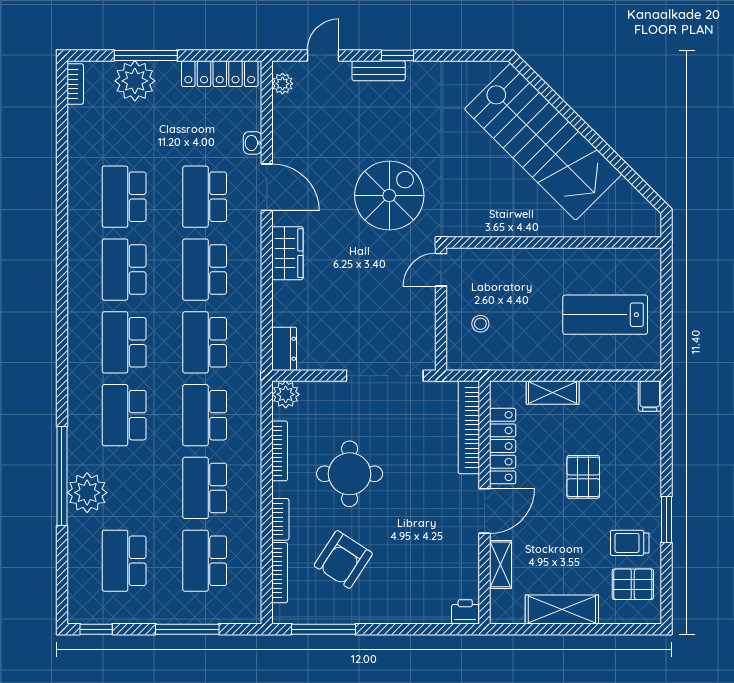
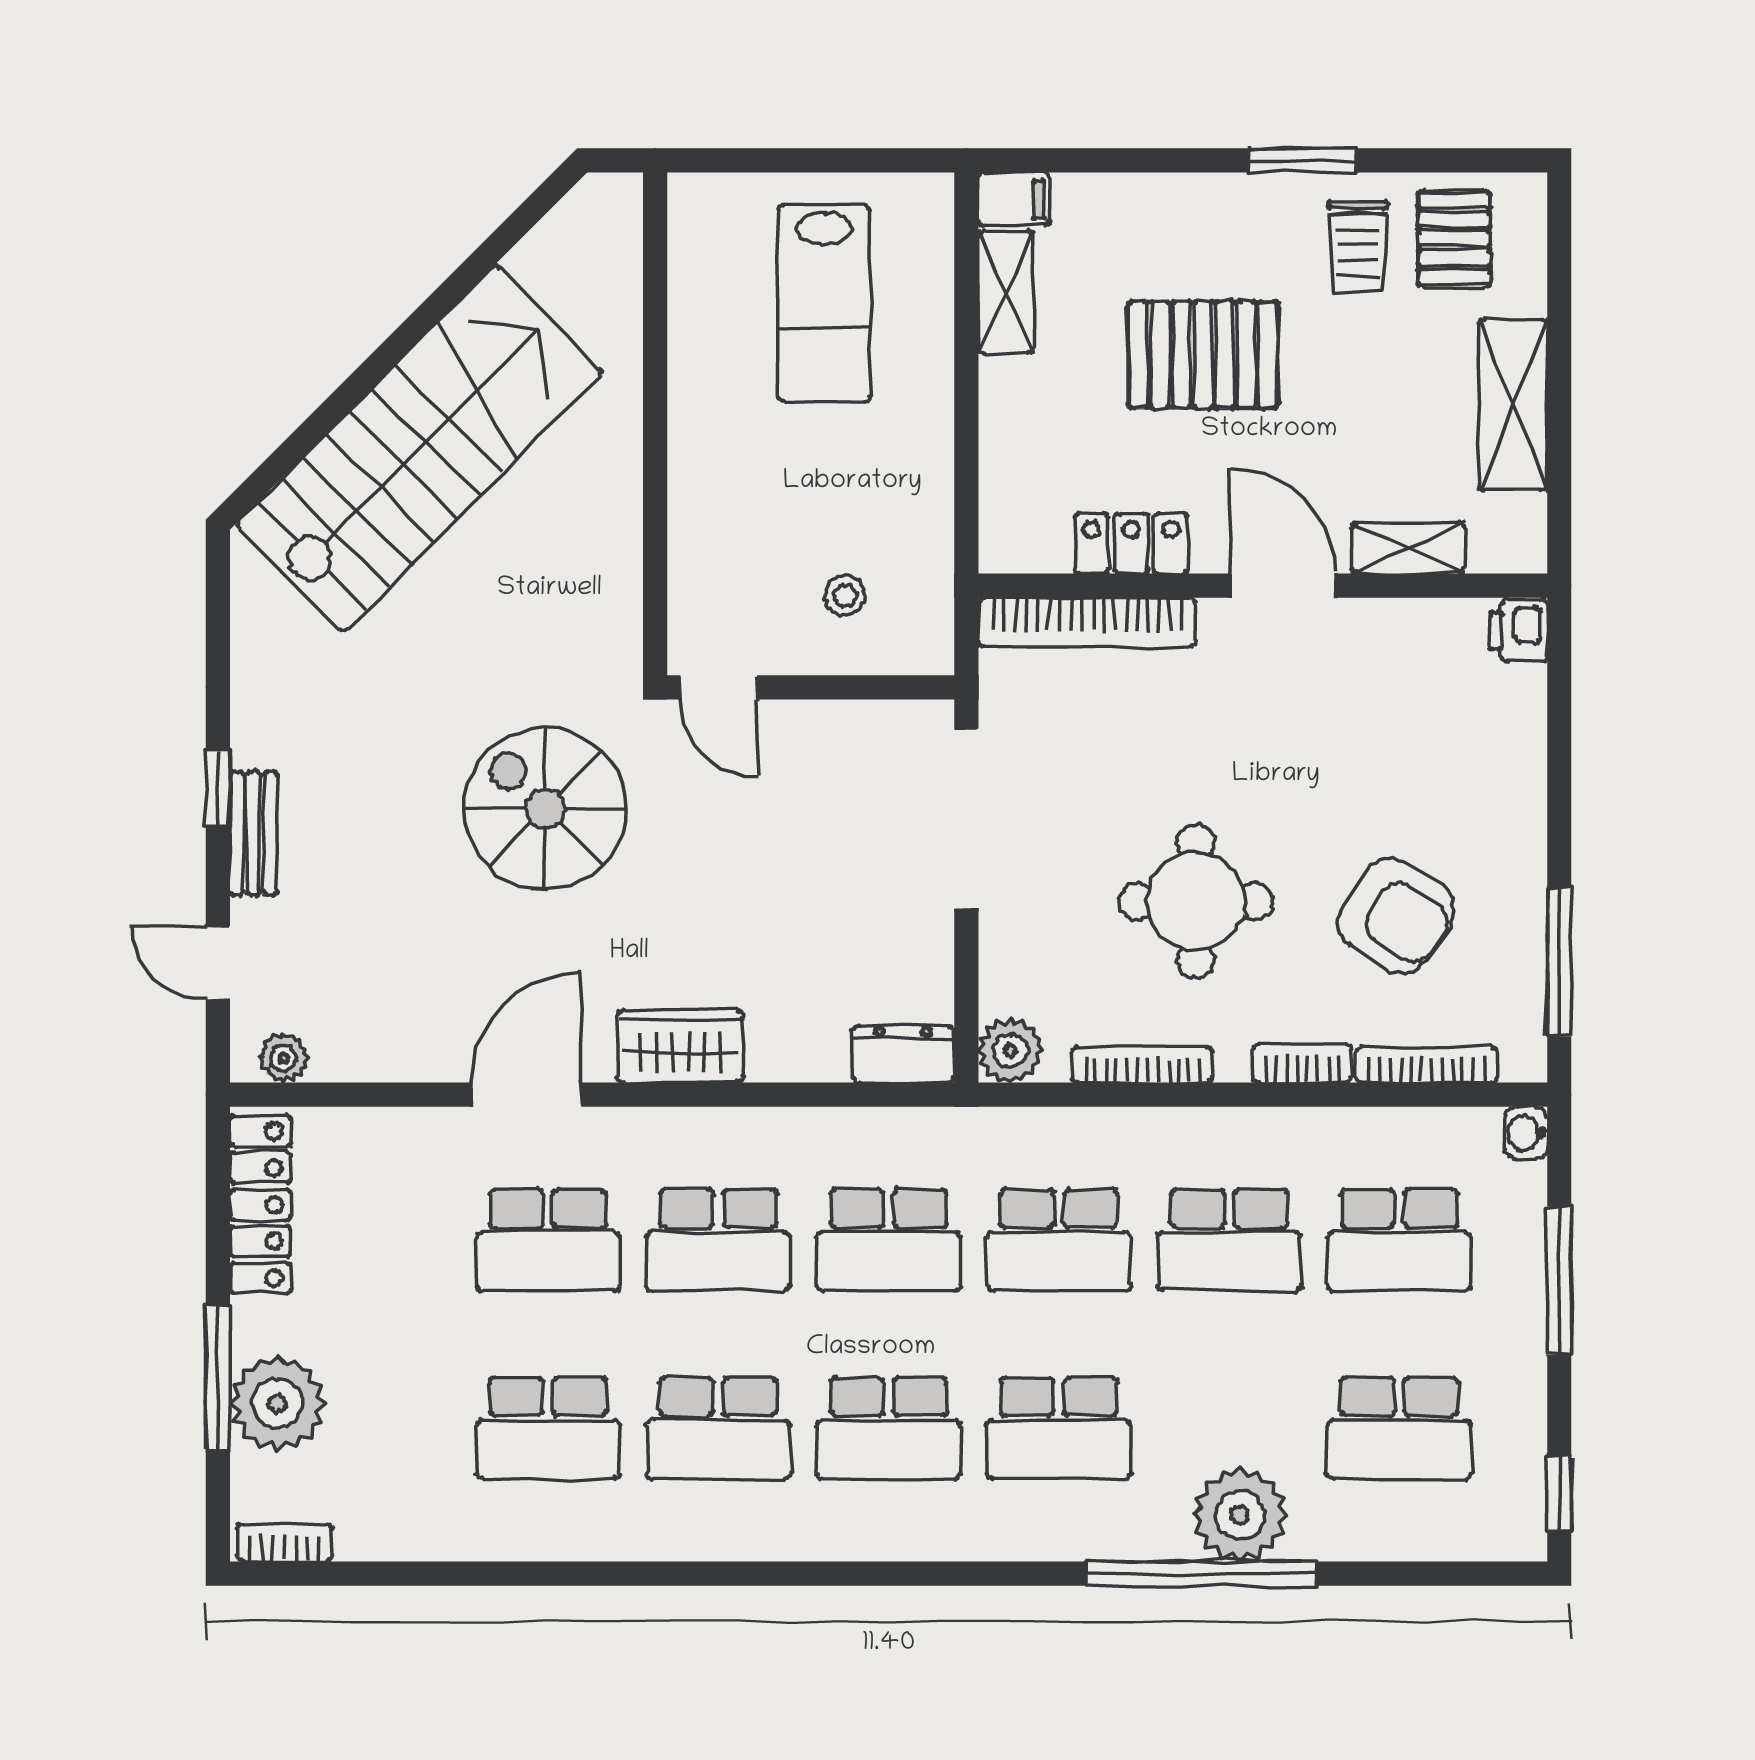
washbasin: (253, 143) -> (1526, 1133), moved, turned 90
shelving: (553, 393) -> (1006, 292), moved
locker: (503, 446) -> (1131, 543), width x0.66
pallet: (583, 477) -> (1203, 355), width x1.50, depth x1.42

